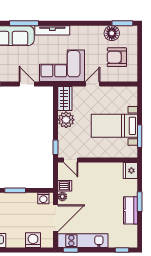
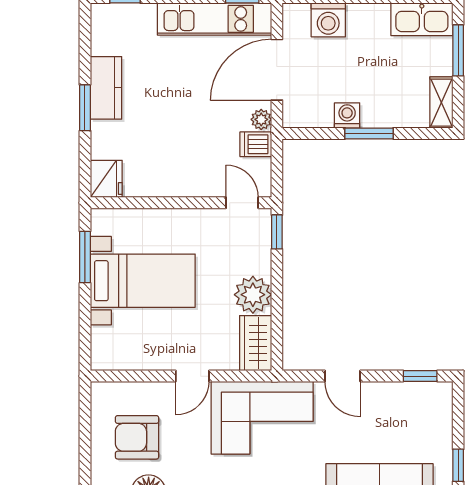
armchair: (117, 57) -> (137, 437), turned 180
washing machine: (43, 198) -> (347, 115), moved

